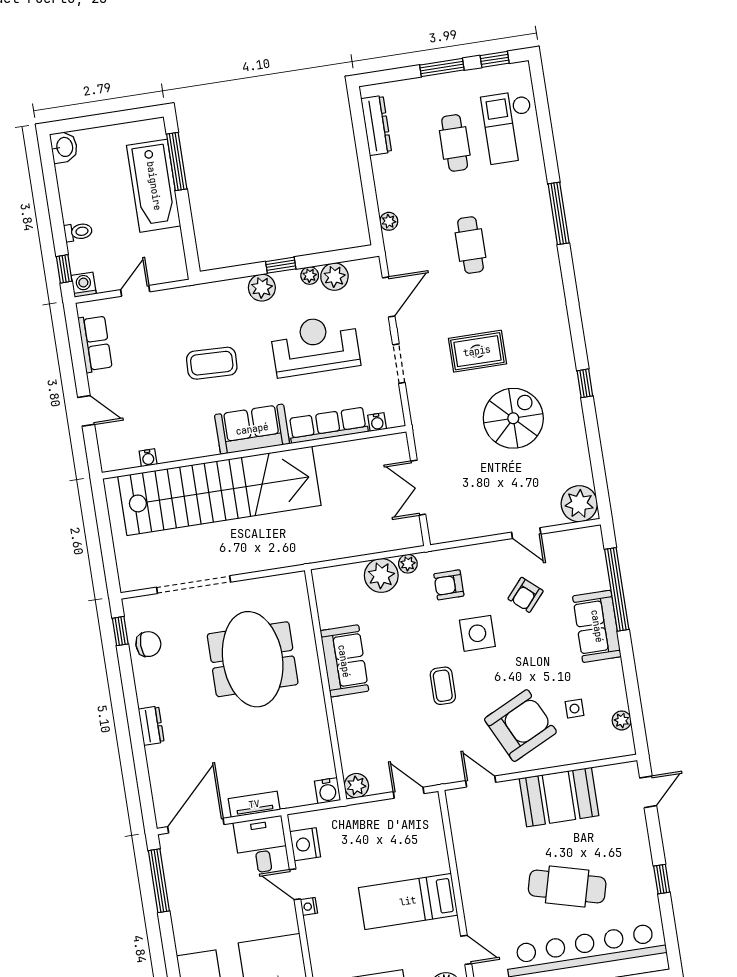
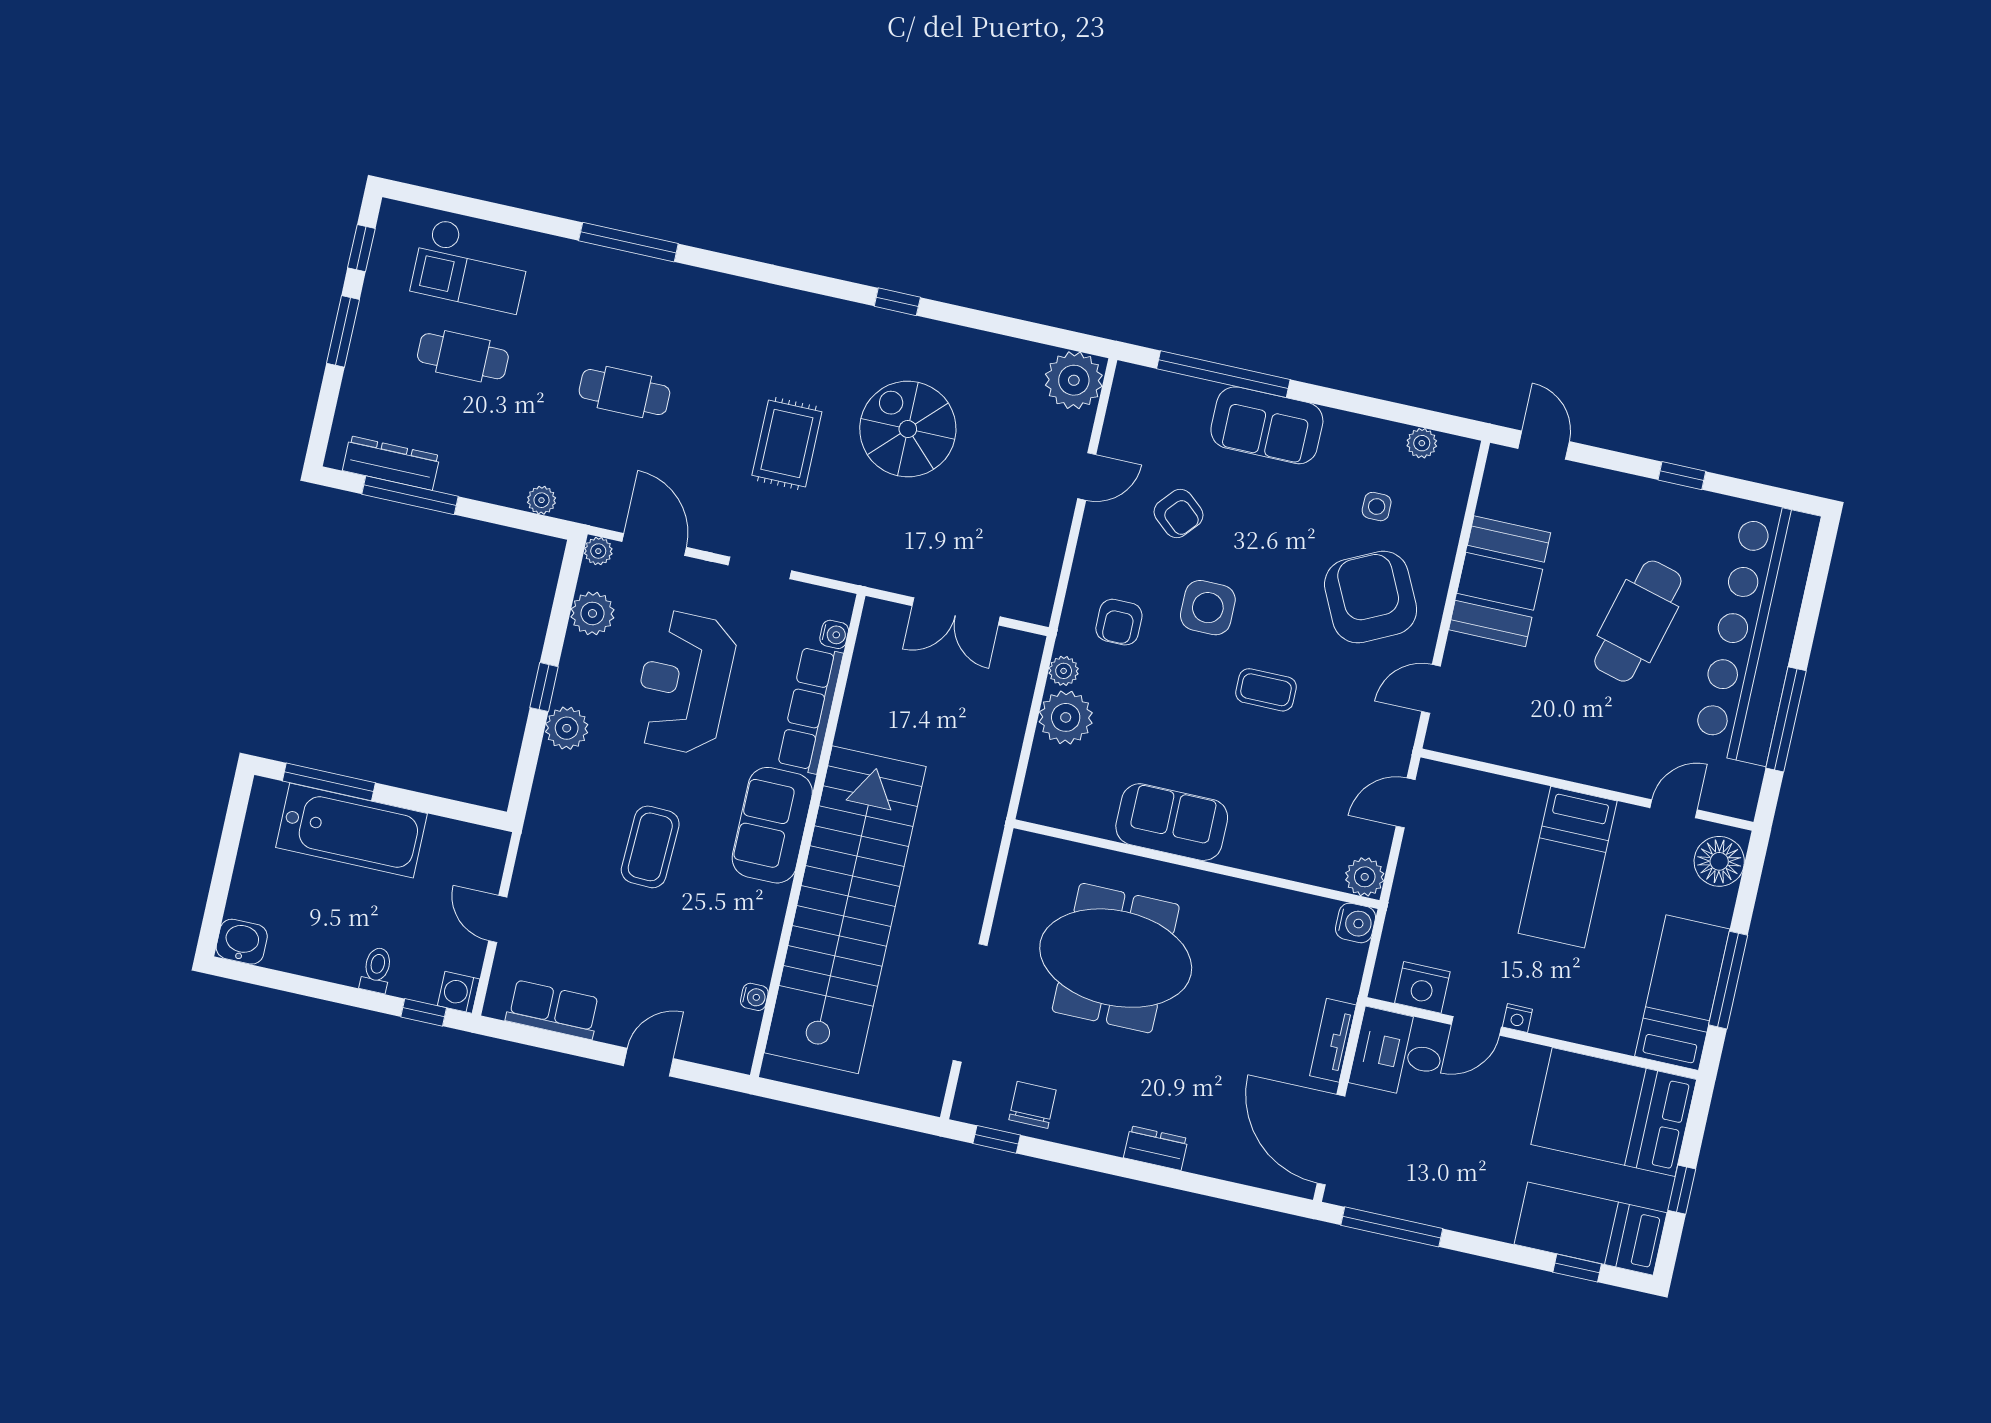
window: (362, 144) -> (410, 495), added
plant: (310, 276) -> (598, 551), moved

